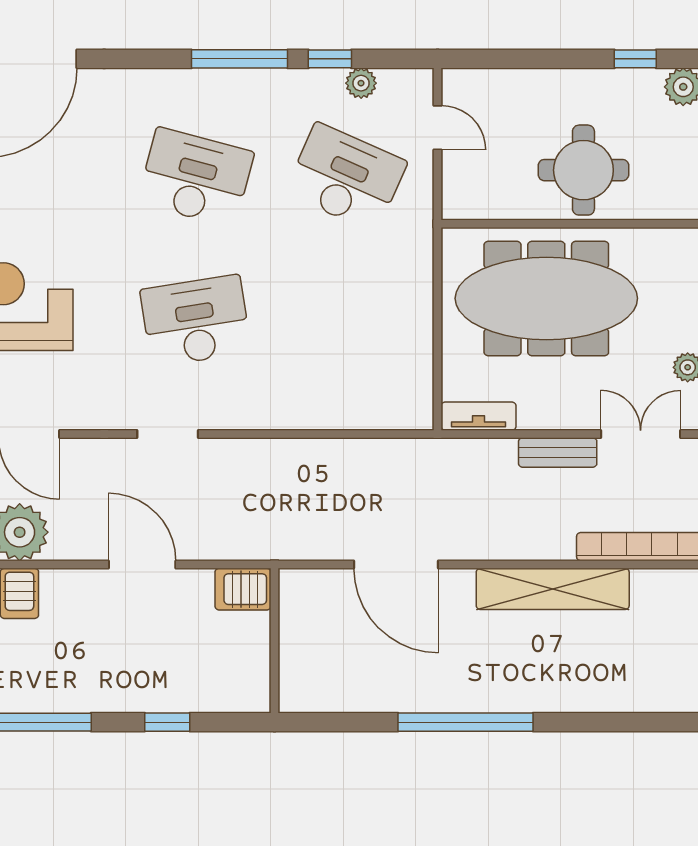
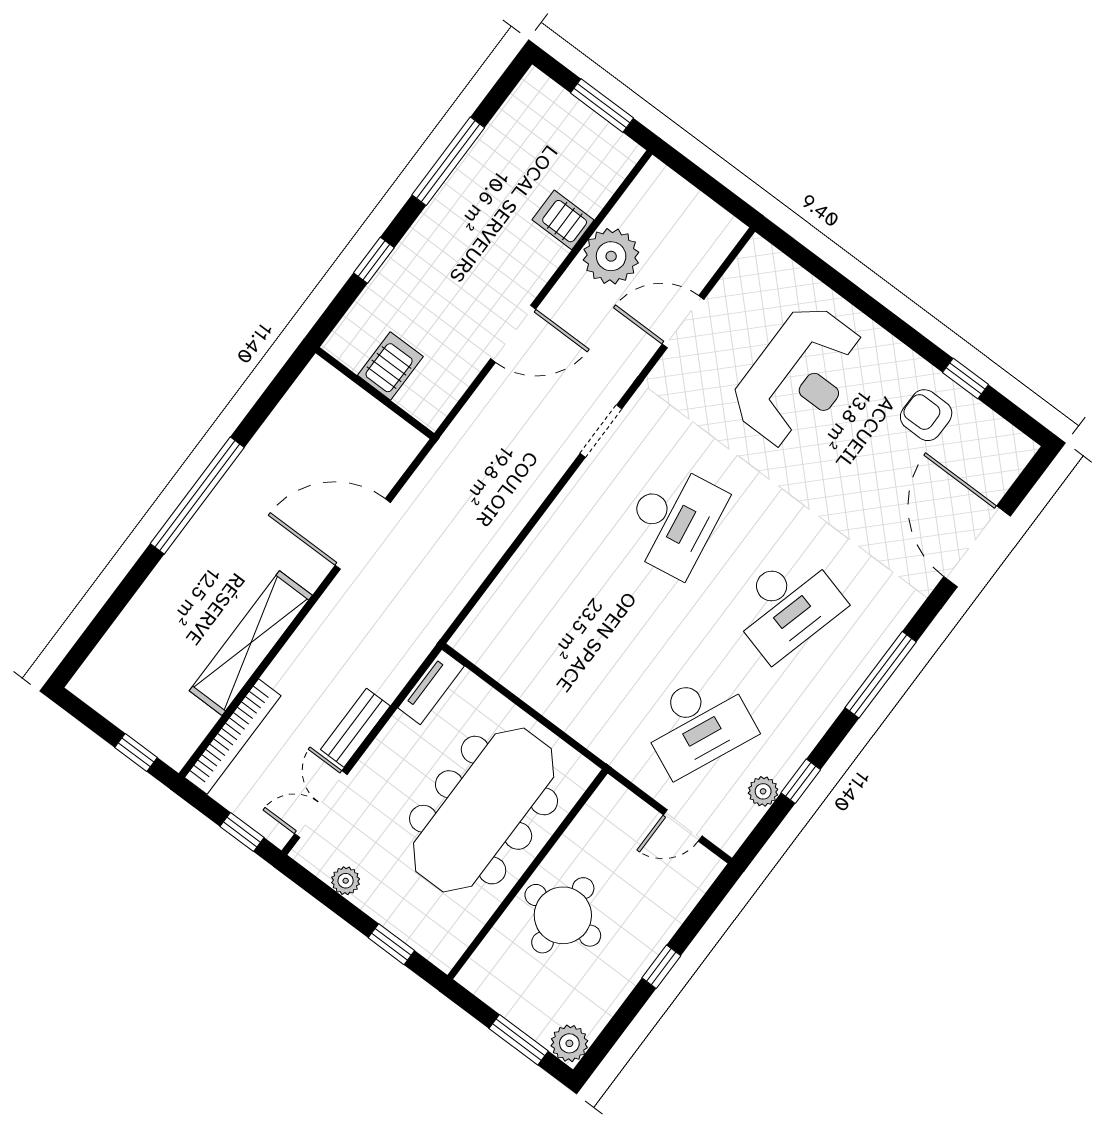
window: (240, 59) -> (881, 675), moved
window: (635, 59) -> (661, 967), moved
double door: (641, 434) -> (321, 804), swing flipped
server rack: (243, 589) -> (390, 366), moved

